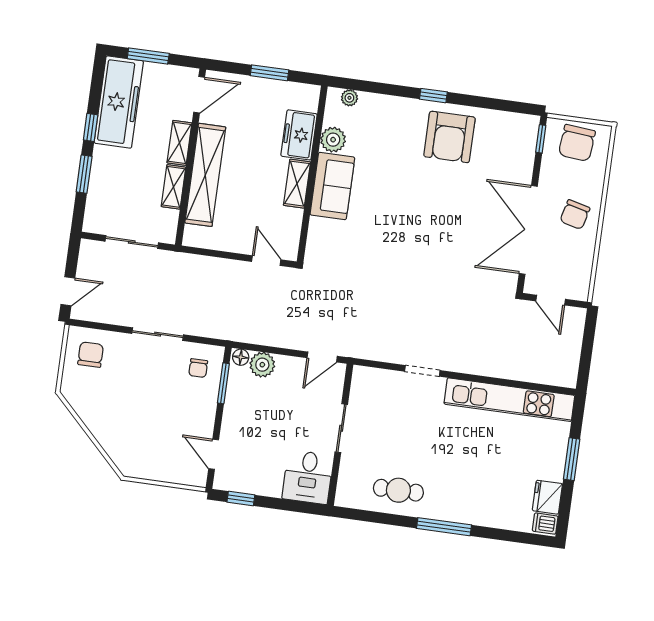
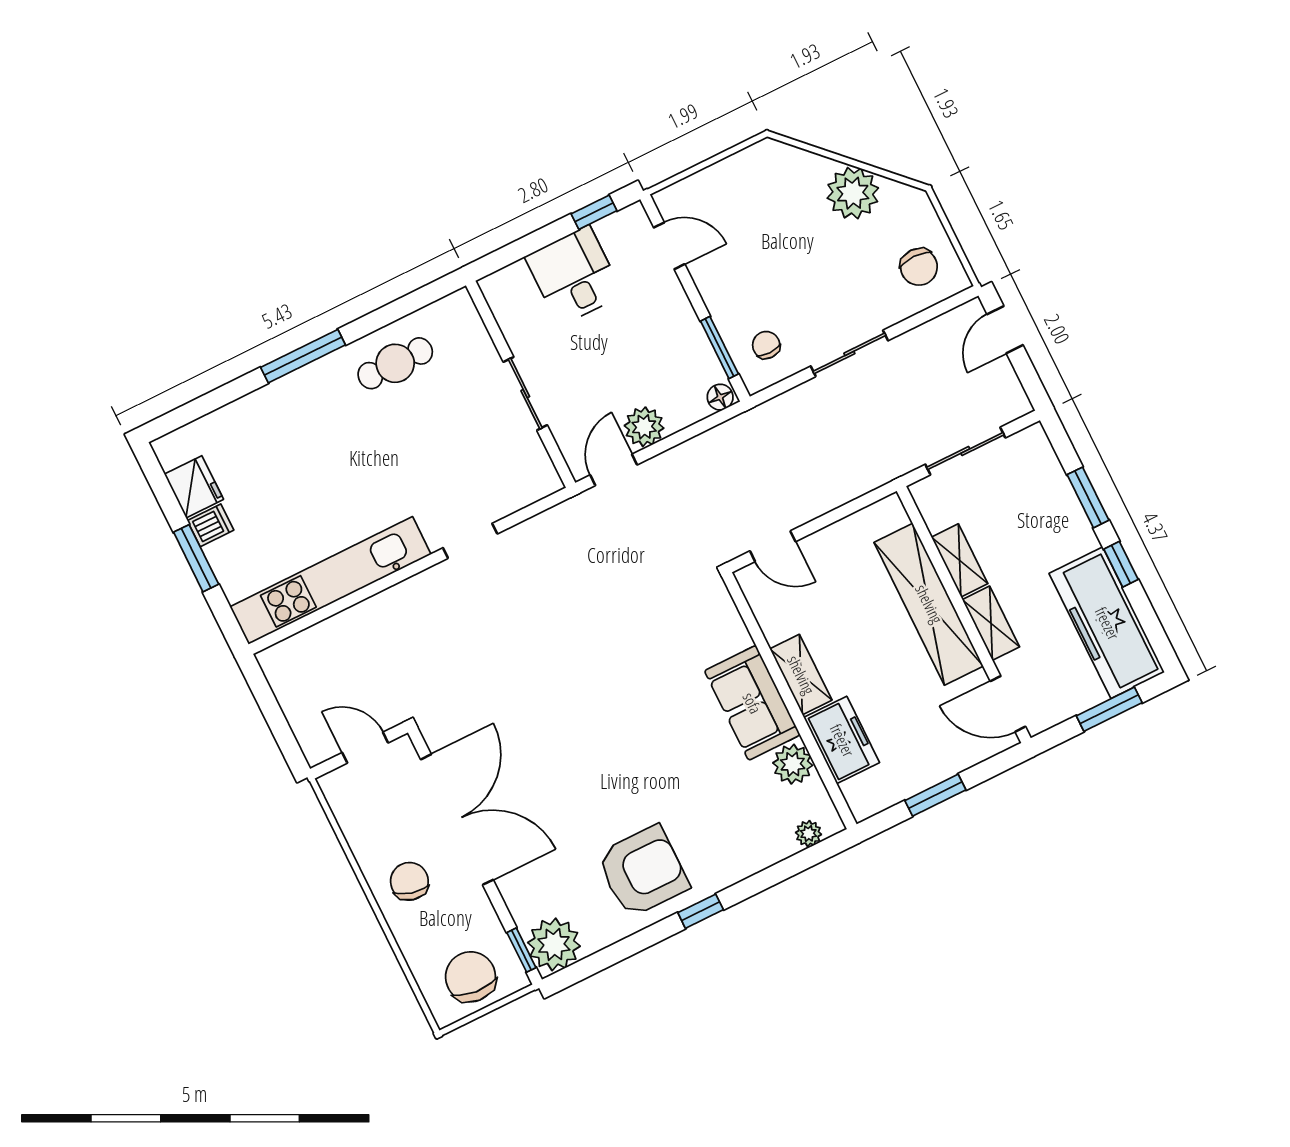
door: (199, 95) -> (1008, 704), hinge flipped
plant: (522, 130) -> (554, 944), added
armchair: (449, 137) -> (643, 871), turned 90
plant: (262, 365) -> (644, 427), moved
plant: (99, 417) -> (853, 193), added
desk: (308, 477) -> (574, 276), moved
dishwasher: (545, 524) -> (211, 525), moved

